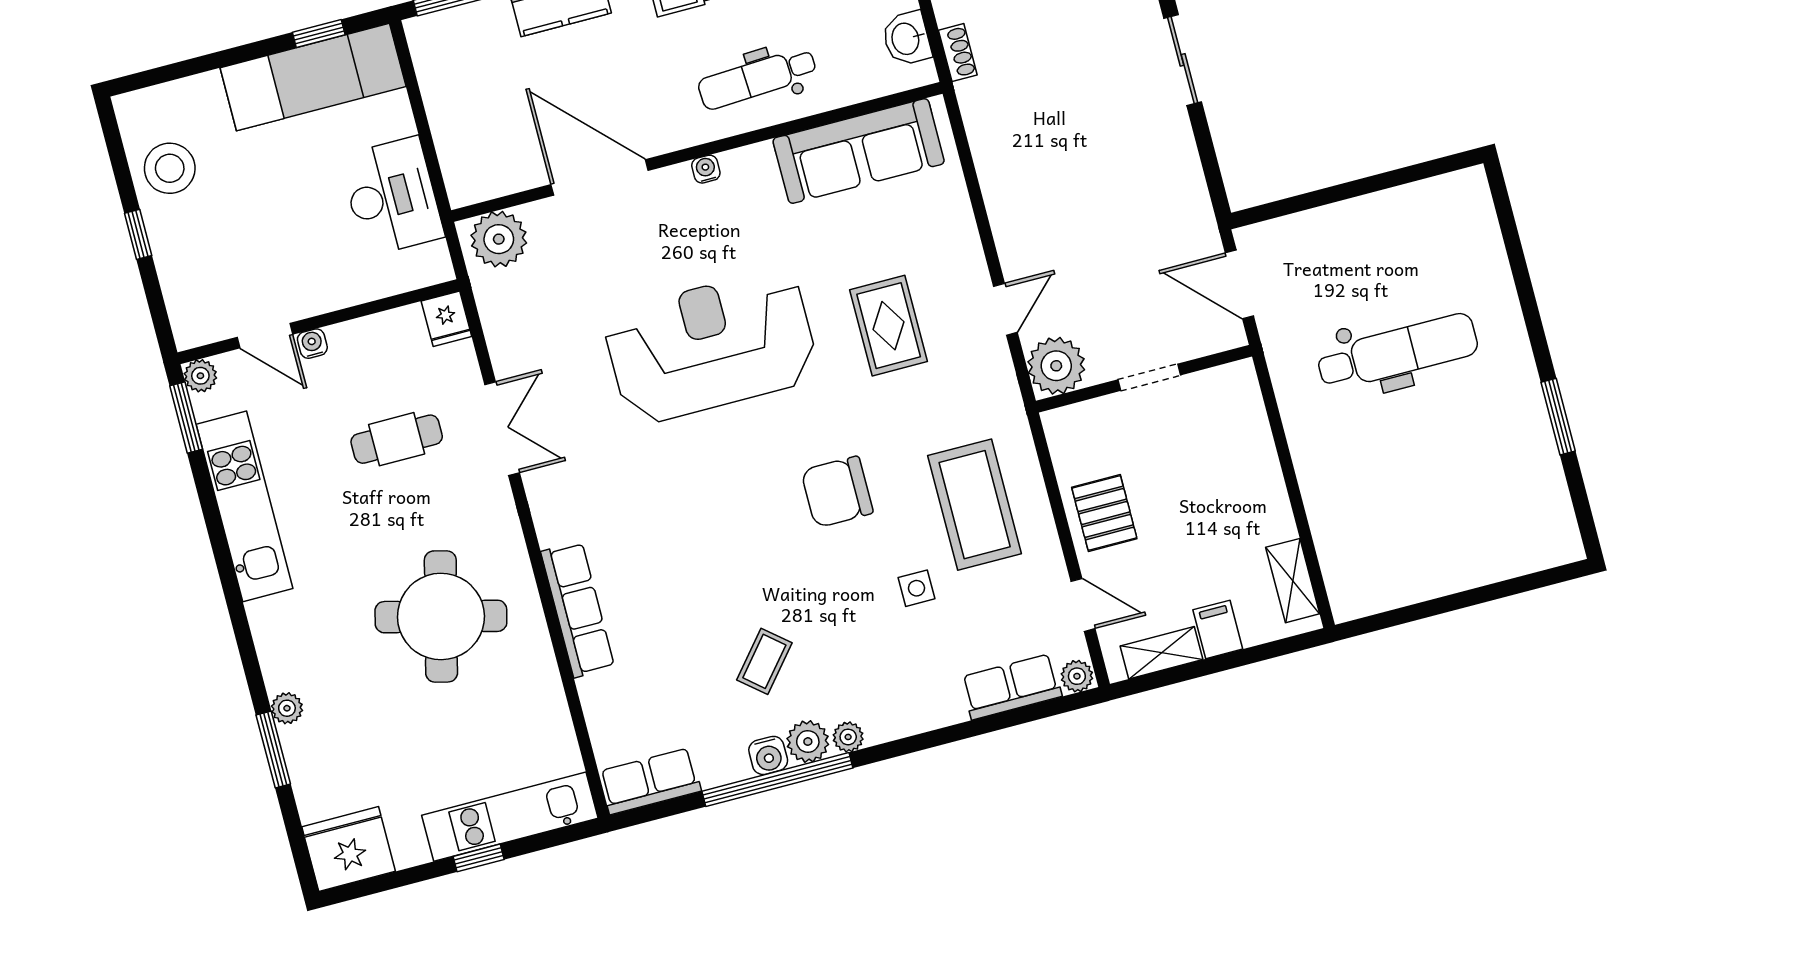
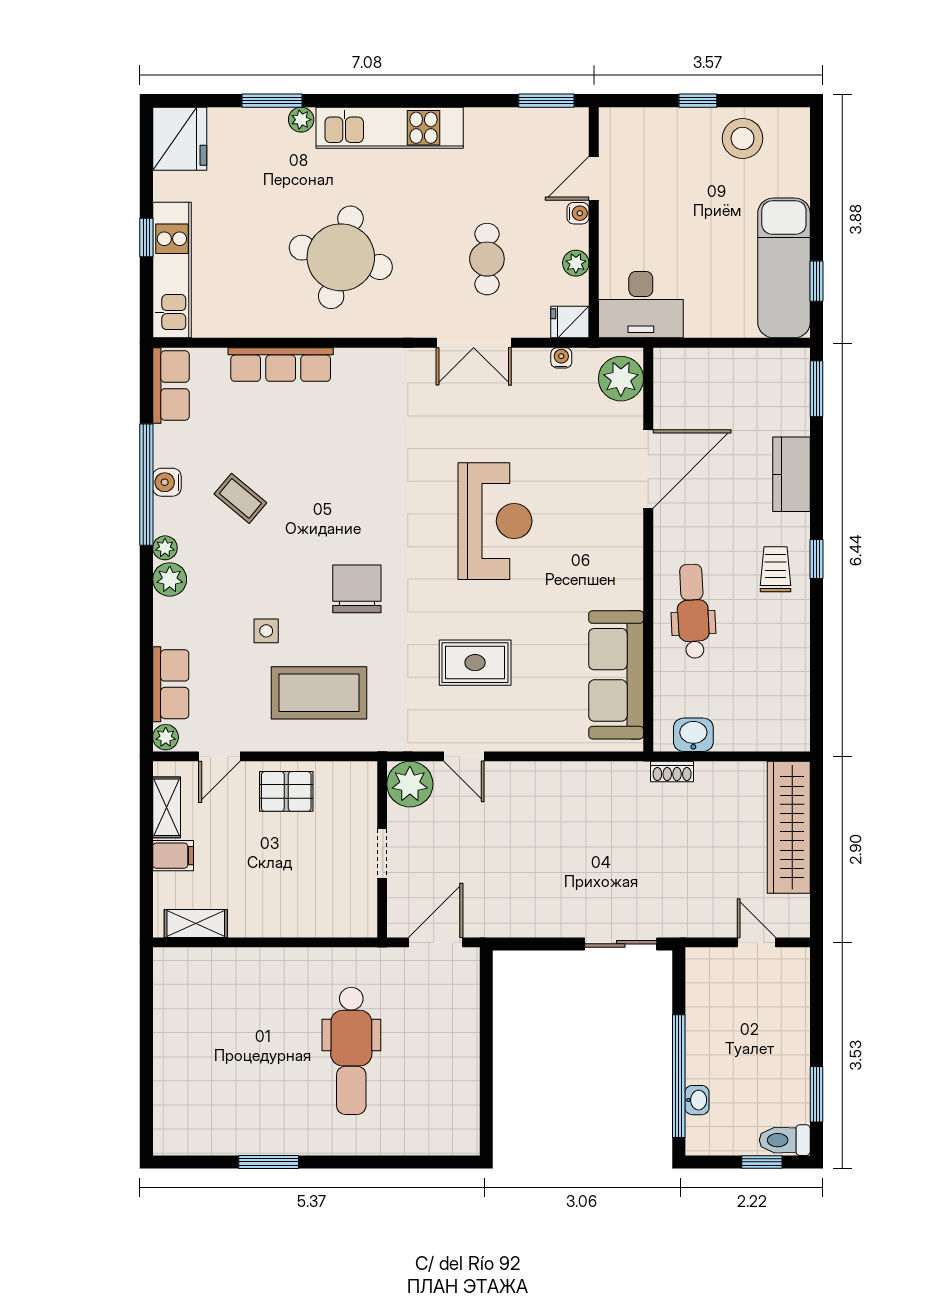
water cooler: (706, 169) -> (561, 358), moved, turned -90
desk: (392, 196) -> (641, 305), moved
reception desk: (711, 346) -> (495, 521), width x0.74, depth x0.77
plant: (200, 376) -> (576, 263), moved
kitchen unit: (245, 506) -> (390, 128), moved
row of seats: (578, 609) -> (281, 365), moved
plant: (808, 741) -> (170, 579), moved

